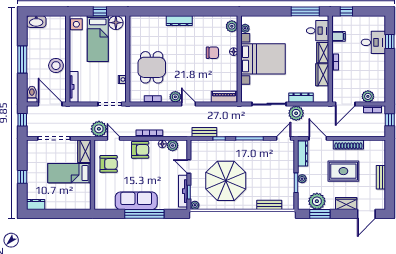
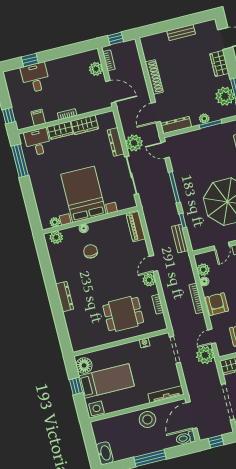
rug: (343, 171) -> (185, 75), removed

